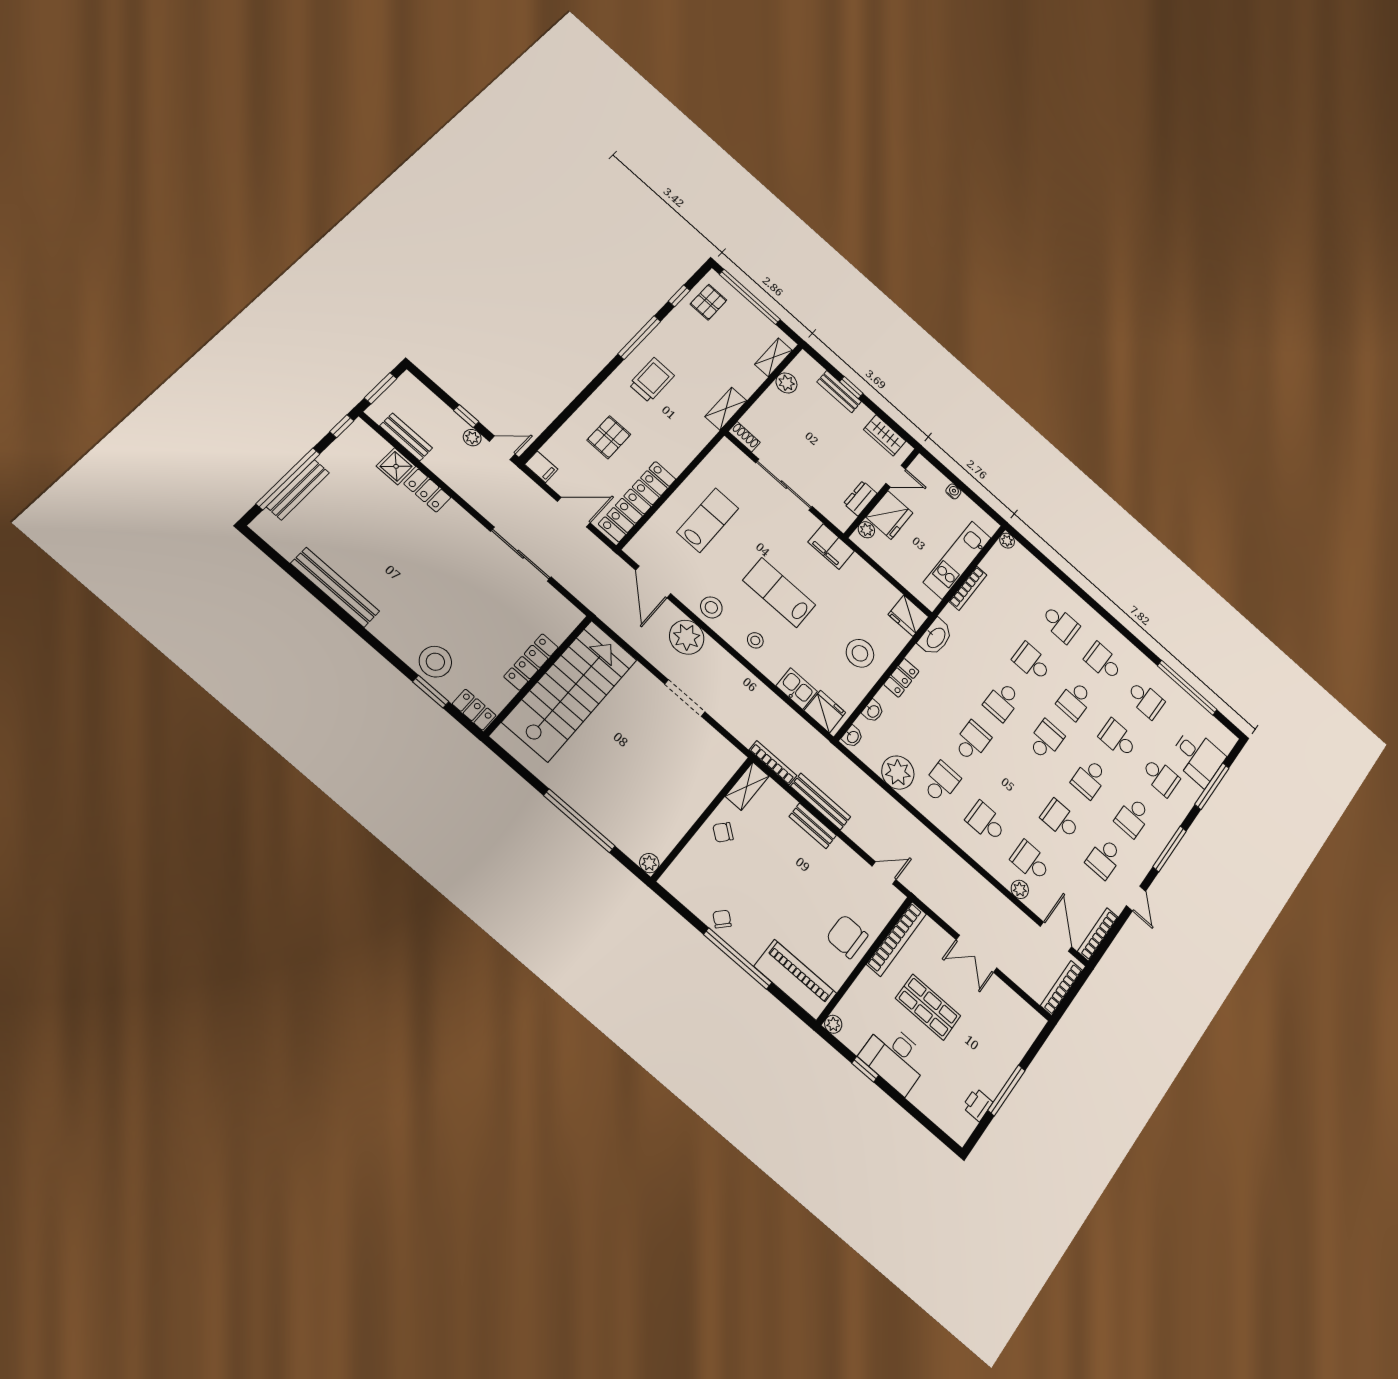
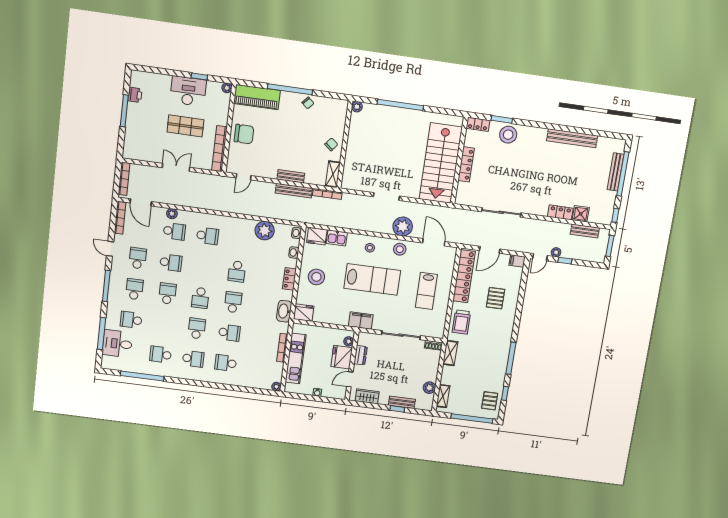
trolley: (652, 380) -> (461, 322), moved
lab bench: (779, 593) -> (372, 279), width x1.36, depth x1.39
school desk: (1118, 739) -> (164, 324), removed
school desk: (941, 782) -> (241, 240), removed

